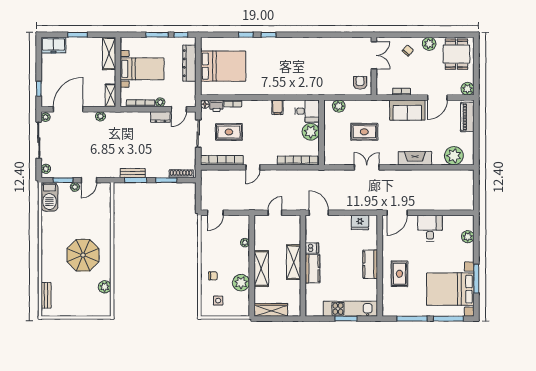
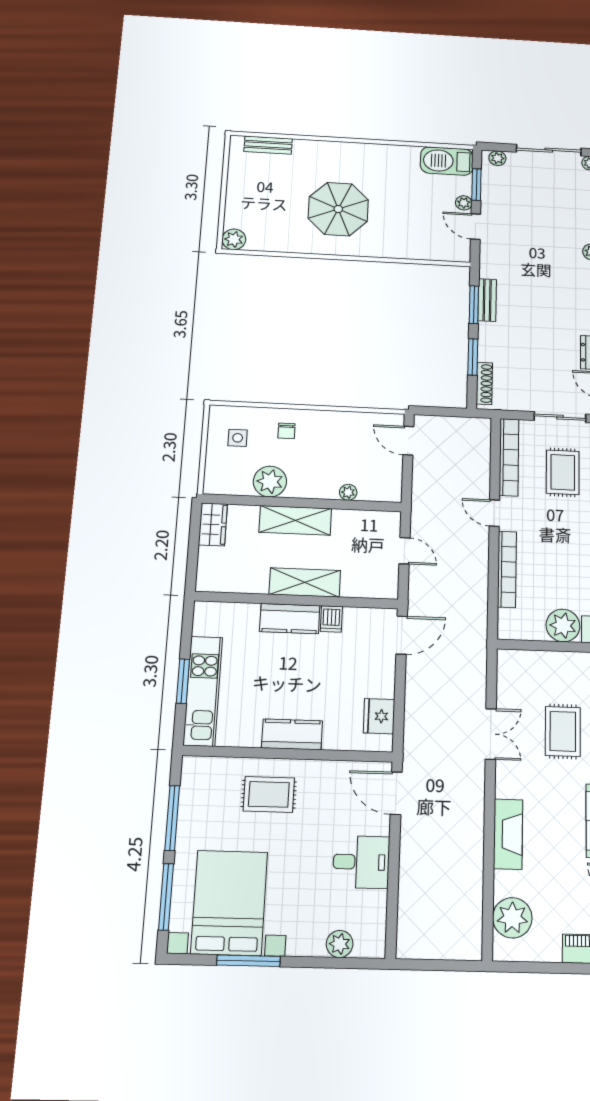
bookcase: (297, 160) -> (507, 569), moved
plant: (105, 287) -> (234, 239), moved
wardrobe: (271, 310) -> (213, 524), width x0.67

